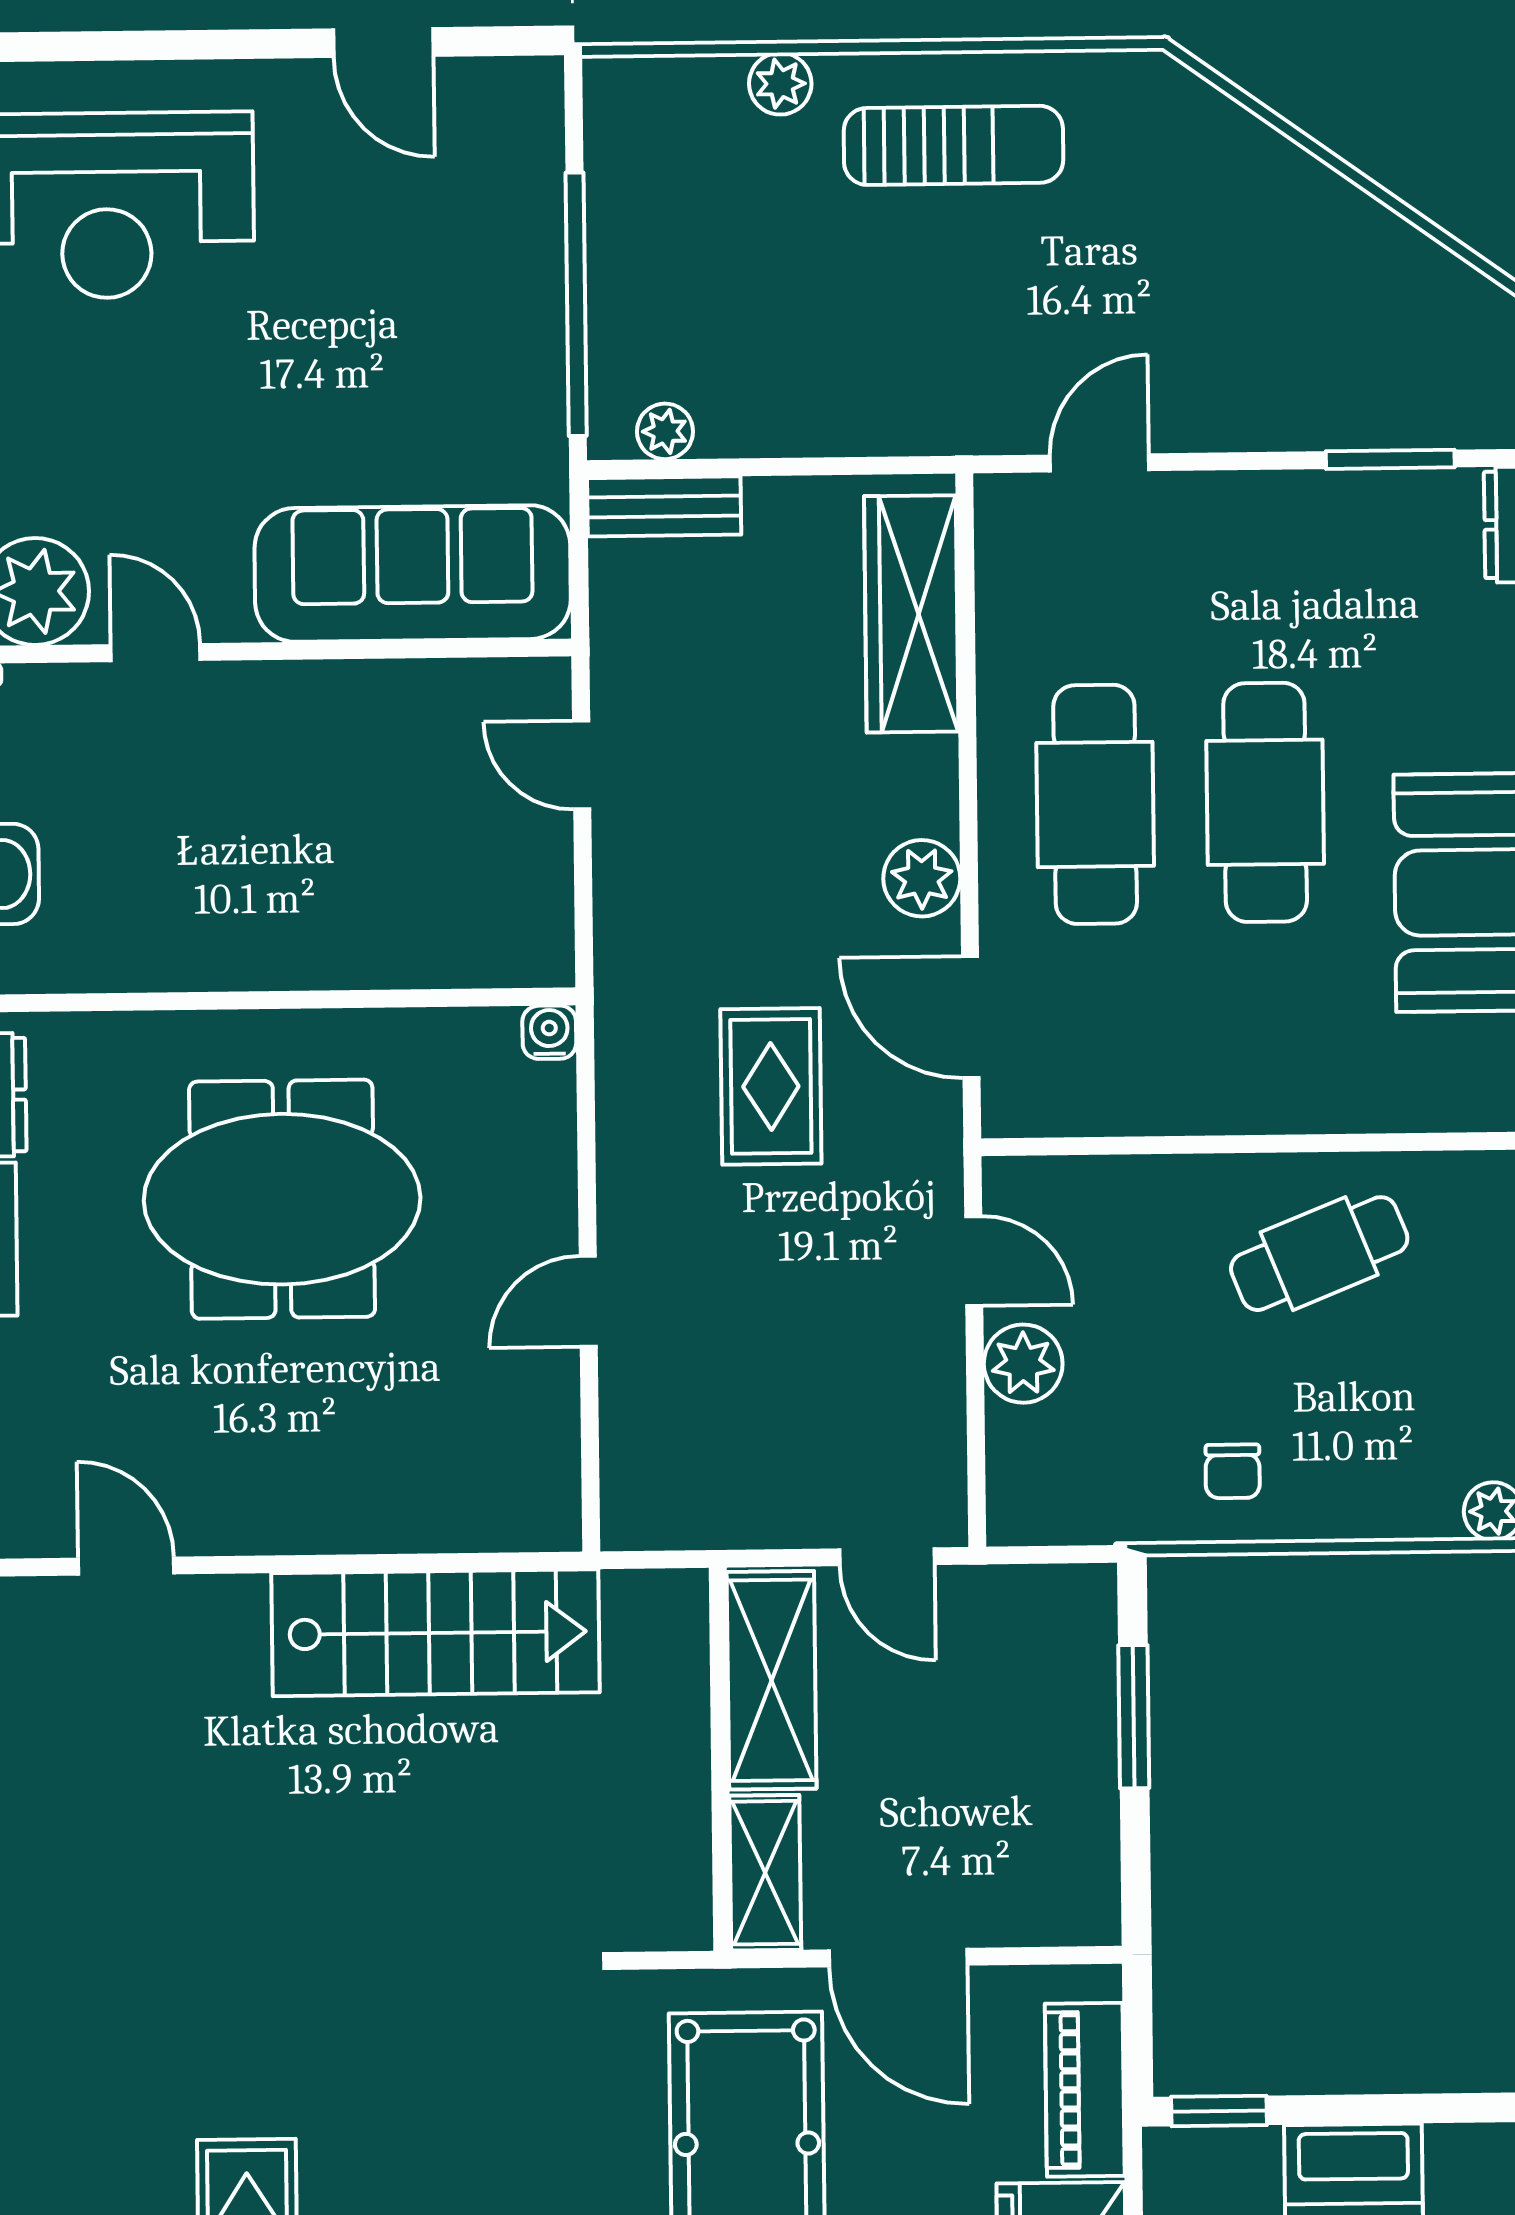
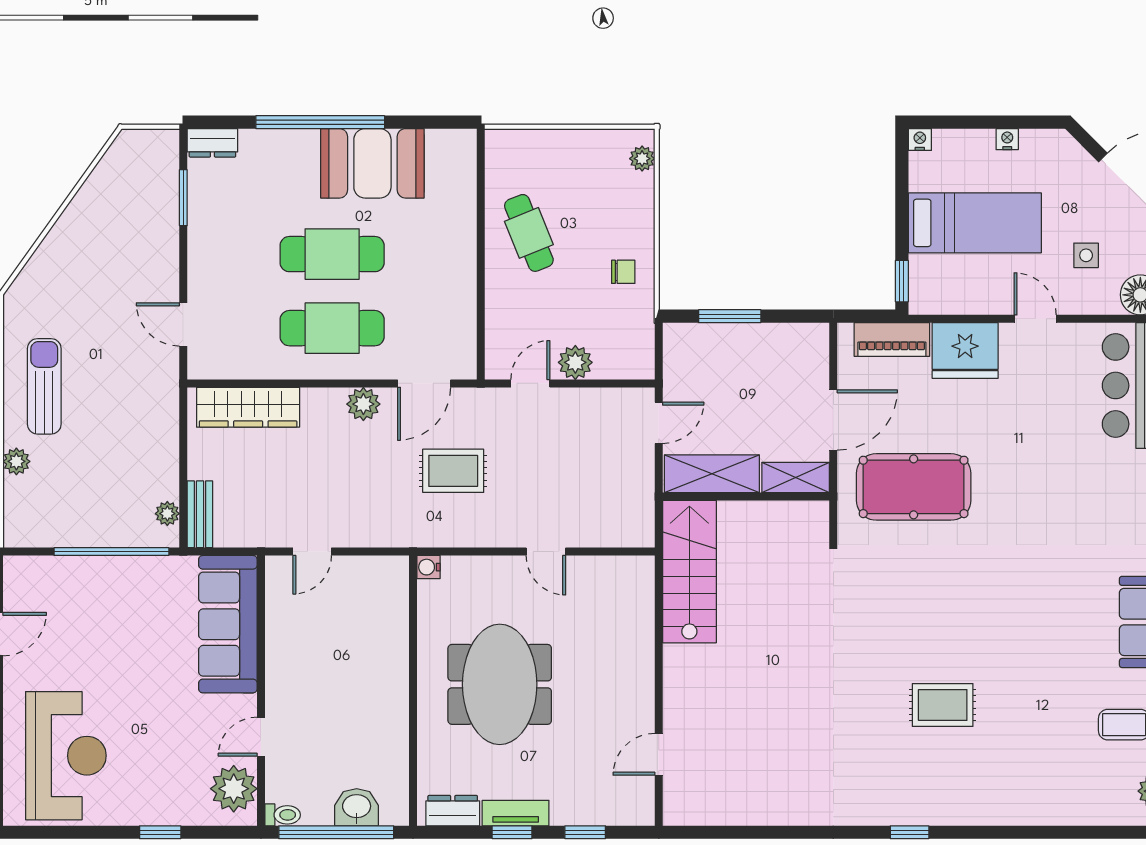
stairs: (435, 1633) -> (689, 572), moved

